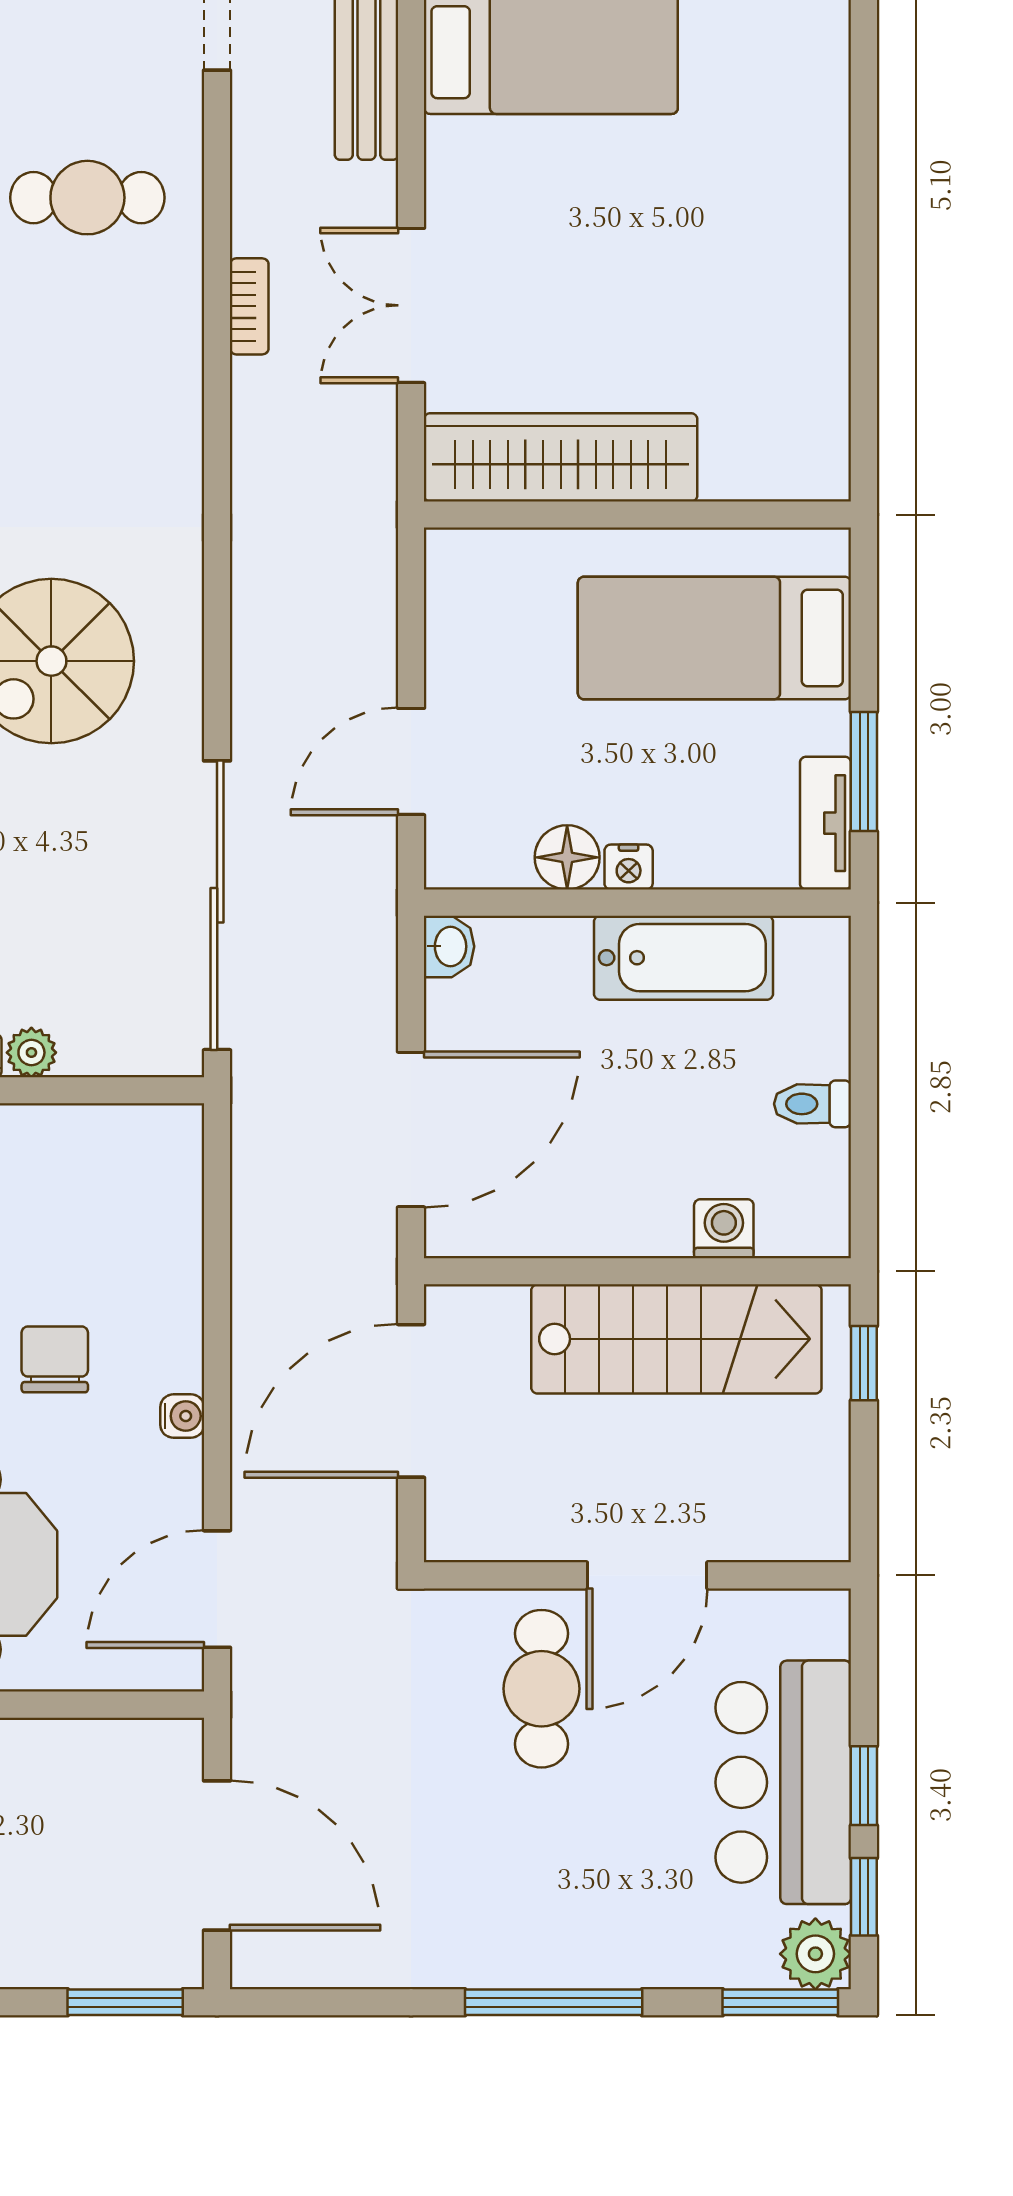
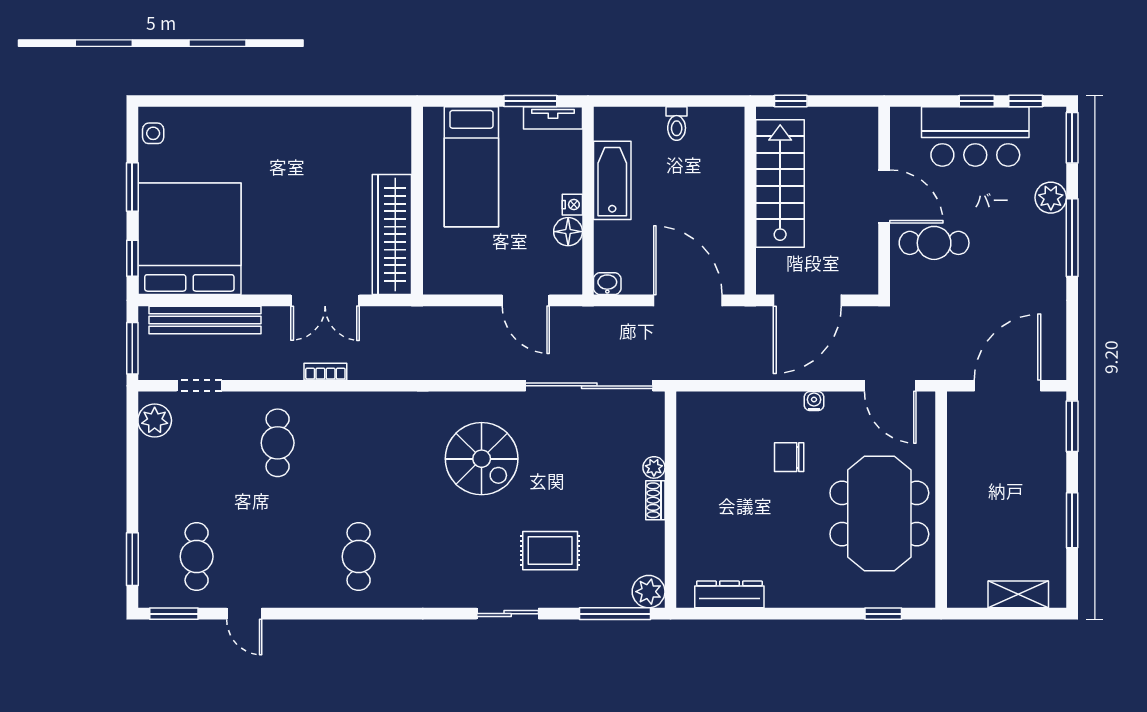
washing machine: (724, 1229) -> (732, 163), removed
door: (411, 1401) -> (807, 300), hinge flipped
plant: (815, 1954) -> (1051, 198), moved

